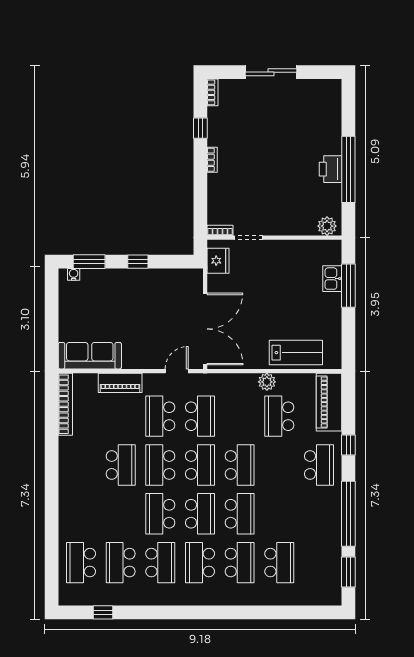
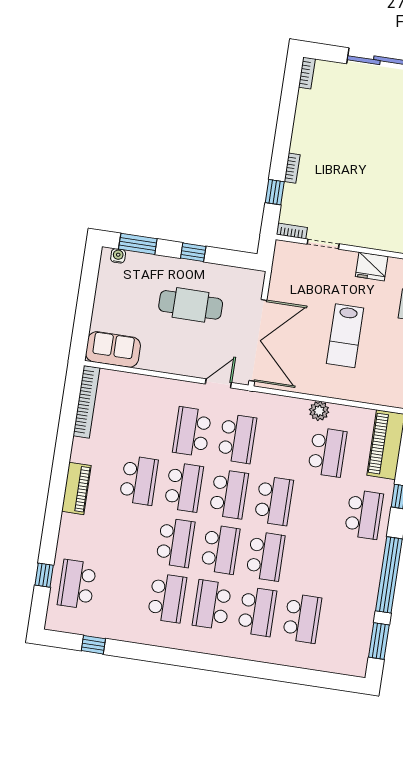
window: (200, 128) -> (275, 192), moved
bookcase: (212, 160) -> (292, 168), moved
fridge: (218, 261) -> (372, 266), moved, turned 90
cafe table: (142, 307) -> (191, 305), added
lab bench: (296, 353) -> (345, 336), moved, turned 90
sofa: (90, 356) -> (113, 349), width x0.73
piano: (120, 383) -> (76, 488), moved, turned -90
school desk: (279, 416) -> (327, 452), turned 180
school desk: (160, 465) -> (184, 487), turned 180
school desk: (160, 514) -> (175, 543), turned 180
window: (52, 559) -> (44, 575), added
school desk: (121, 563) -> (122, 591), removed

